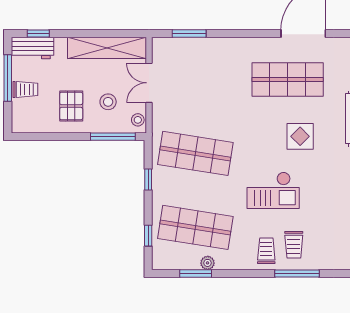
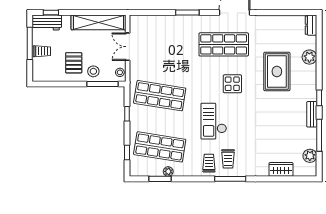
window: (189, 34) -> (187, 13), moved
stool: (108, 102) -> (93, 71), moved
checkout: (273, 190) -> (214, 121), turned 90

